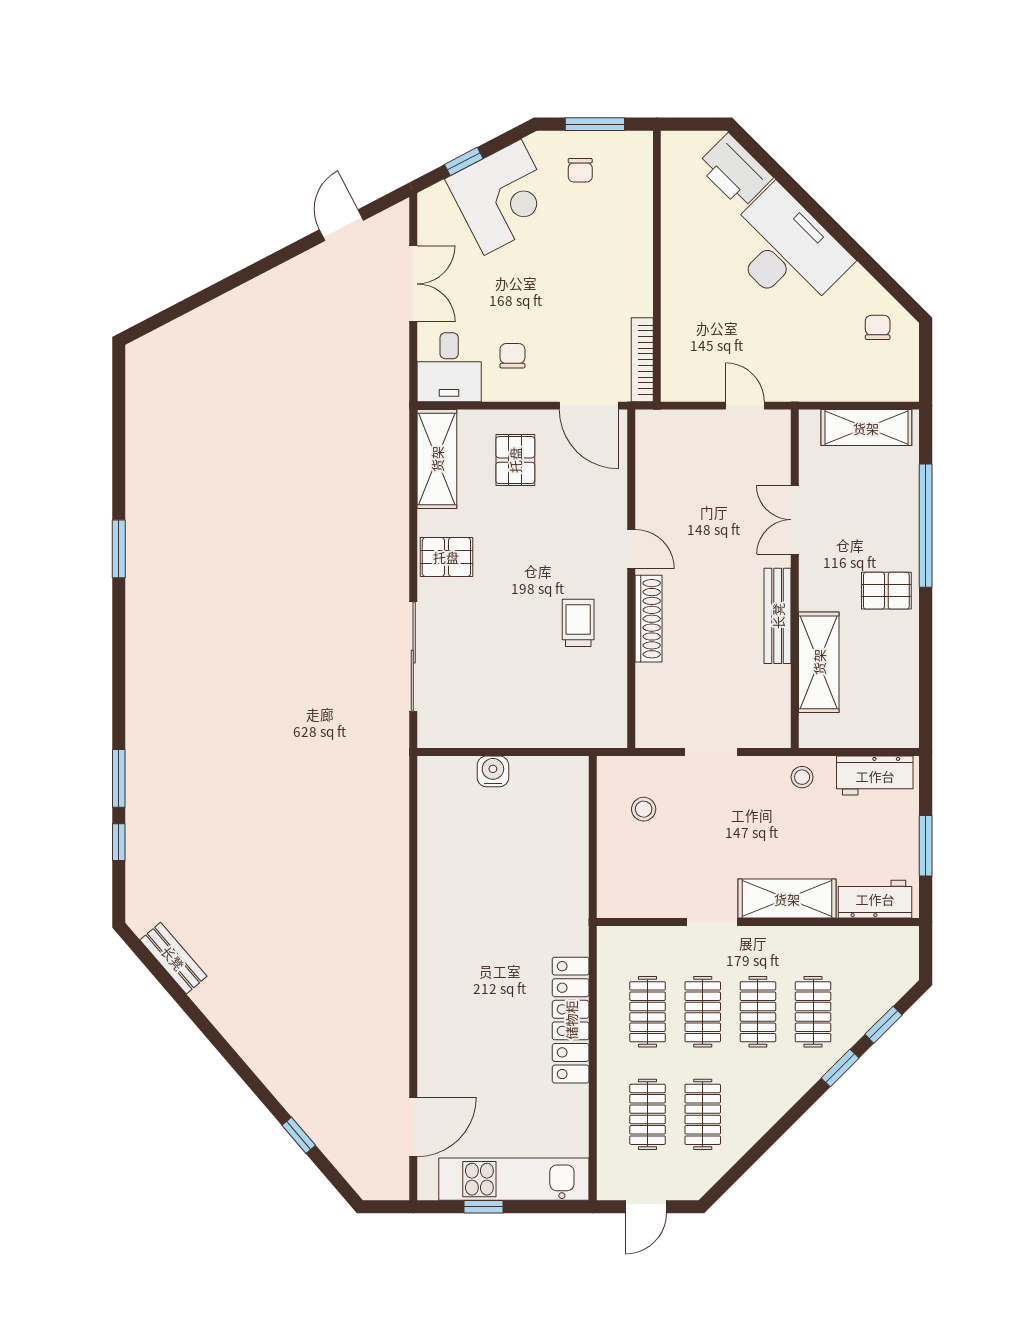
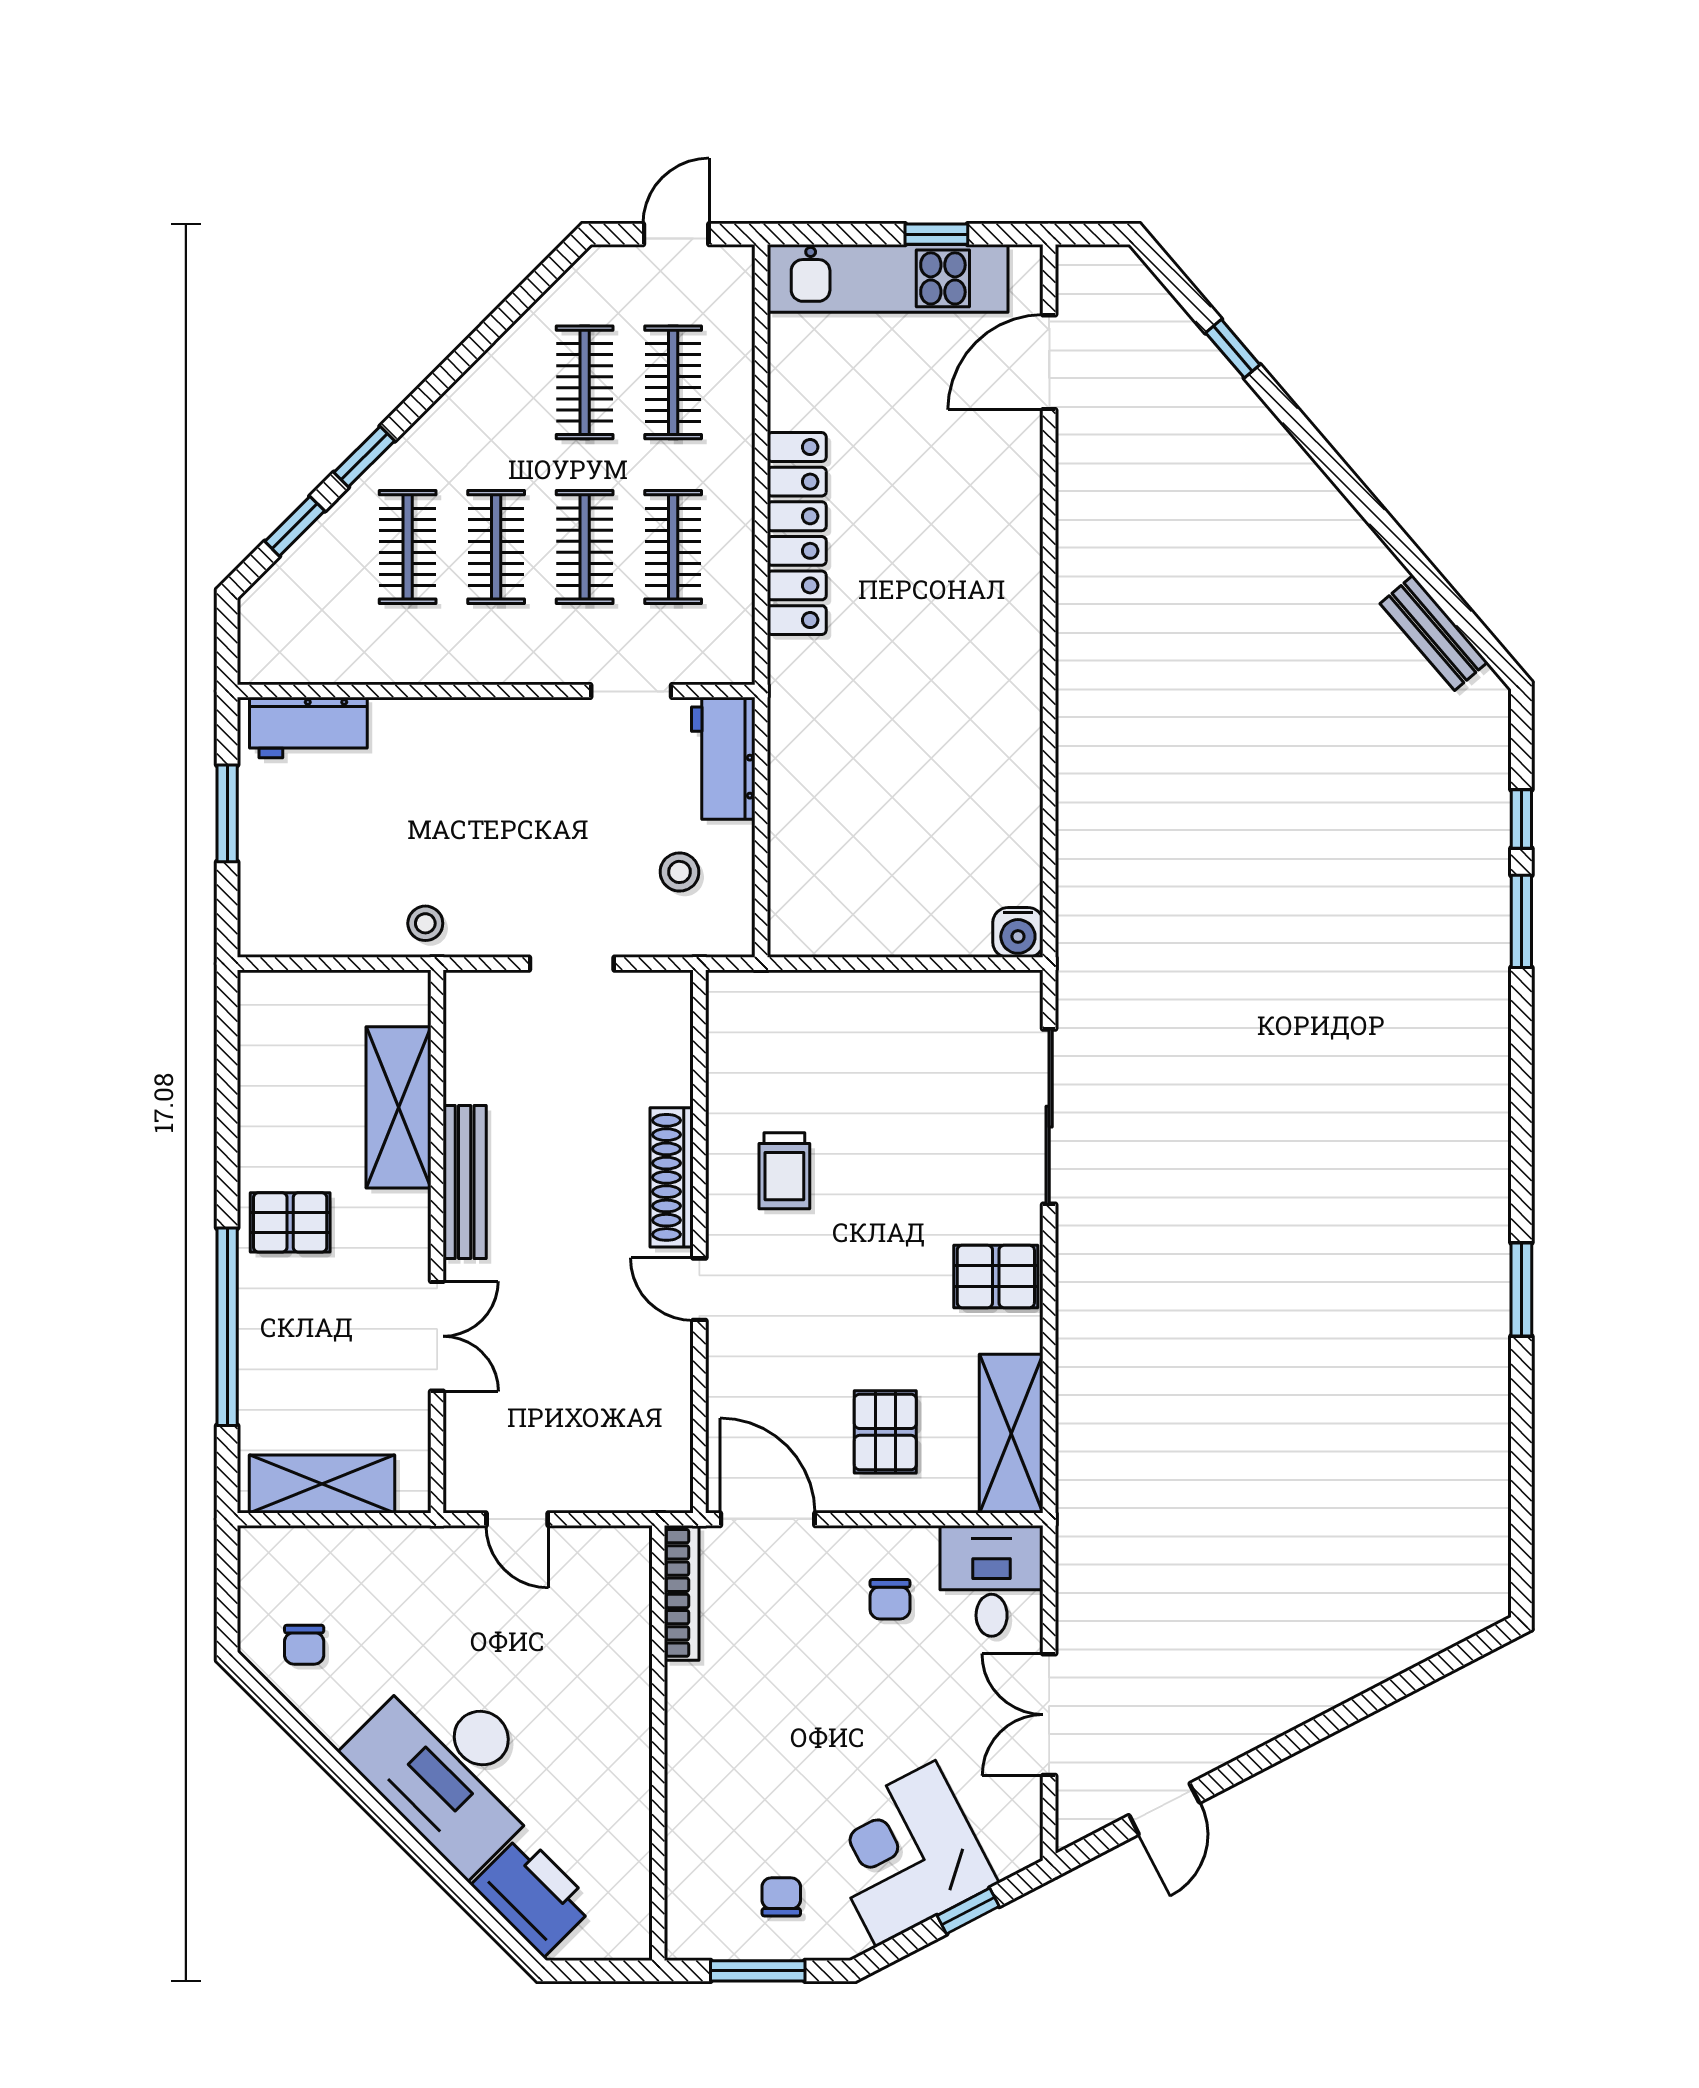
water cooler: (493, 771) -> (1018, 932), moved
workbench: (875, 776) -> (723, 758), moved, turned -90
shelving: (787, 899) -> (450, 729), removed
doorway: (712, 922) -> (631, 691), moved

